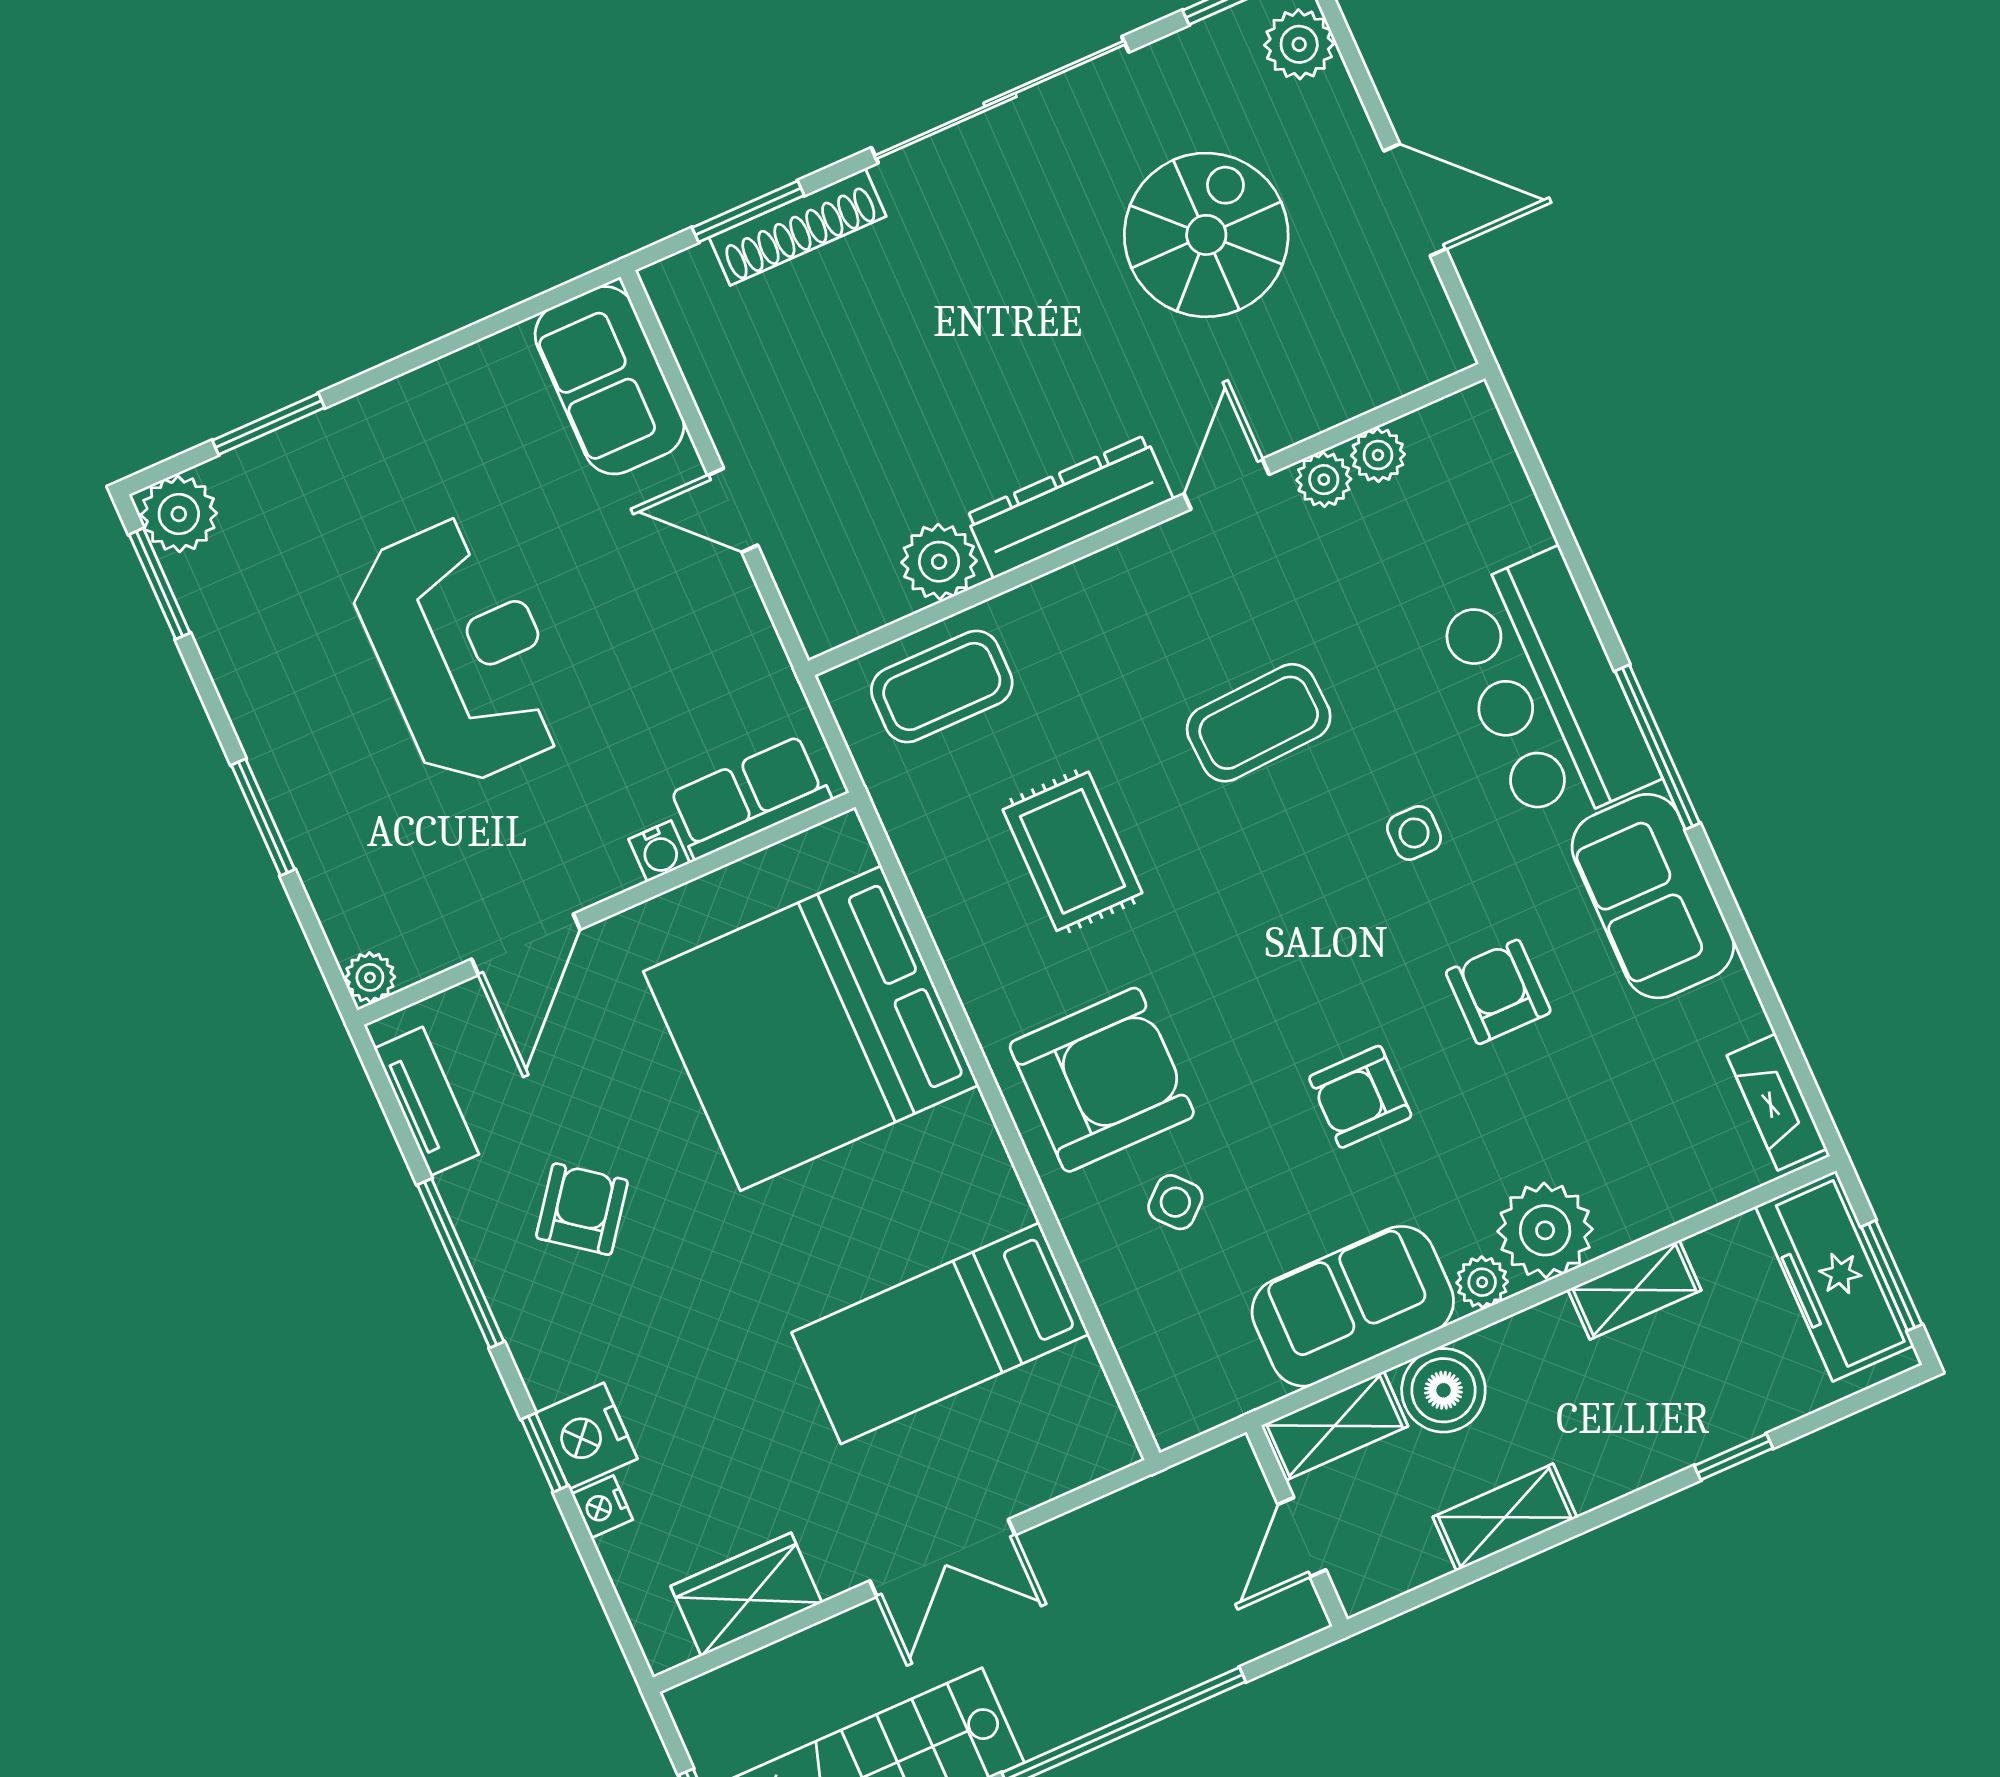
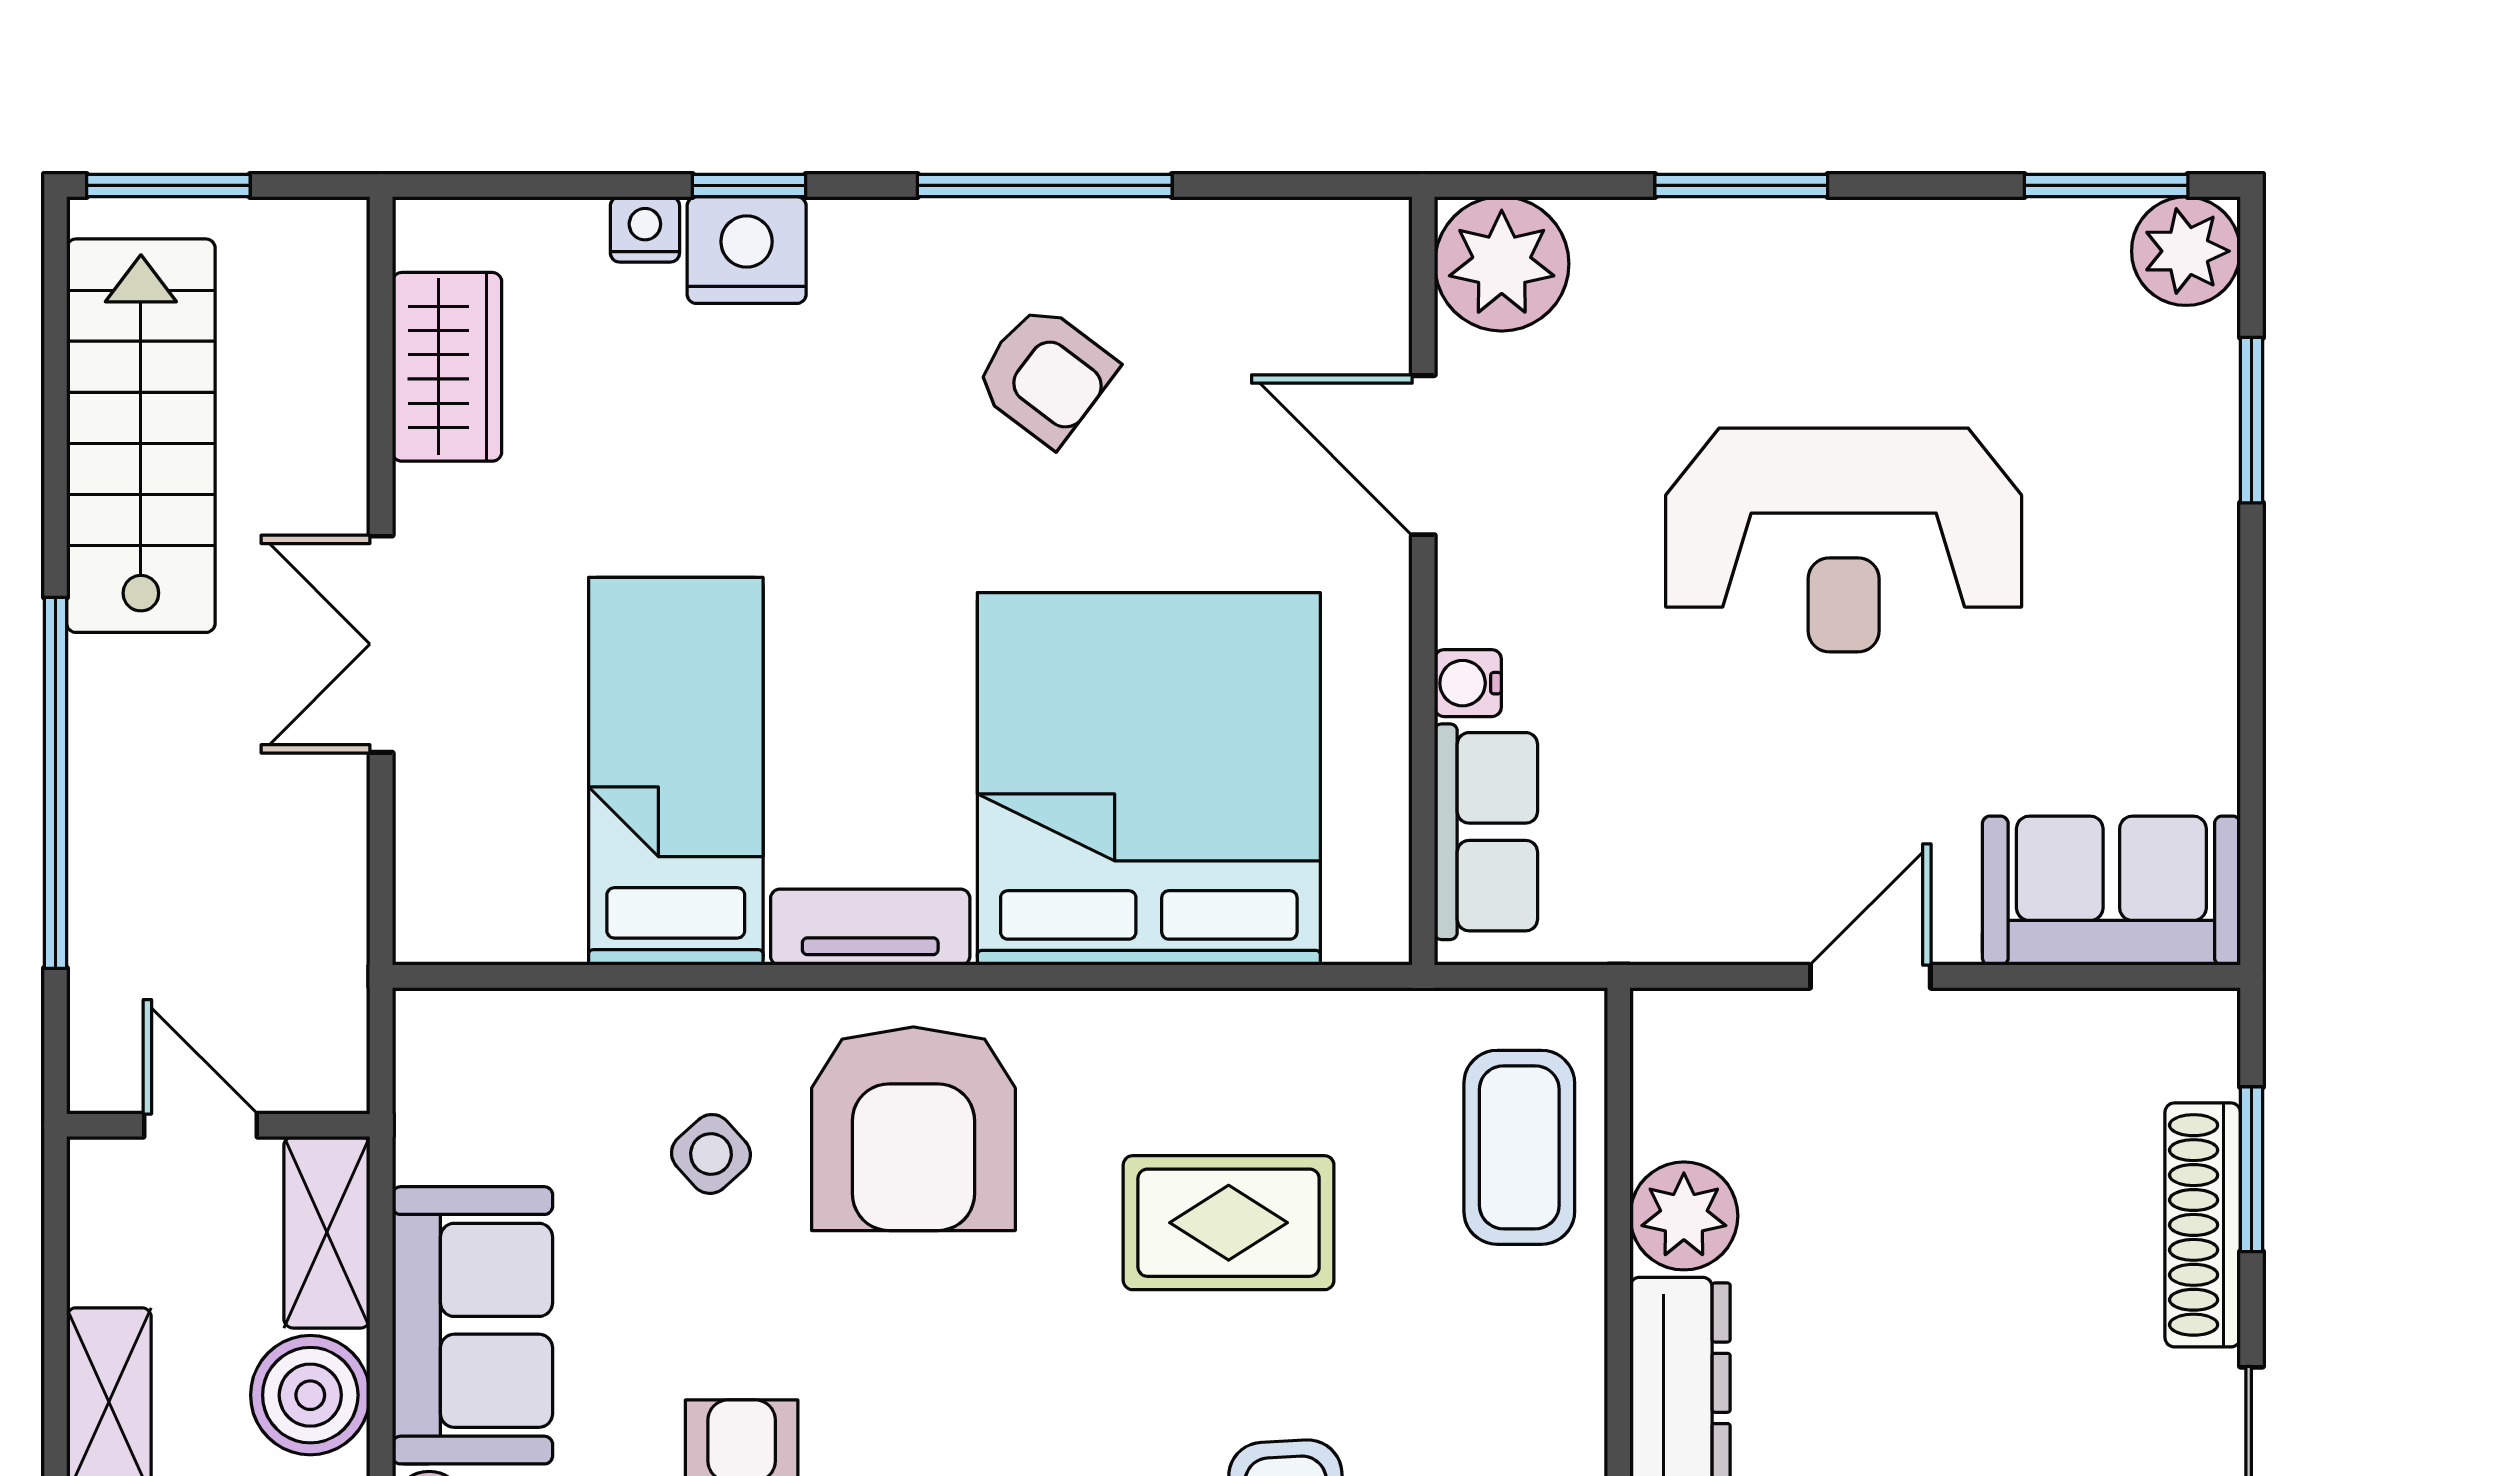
plant: (370, 977) -> (1502, 264), width x1.88, depth x1.88
tv unit: (427, 1101) -> (870, 927), moved, turned 180

